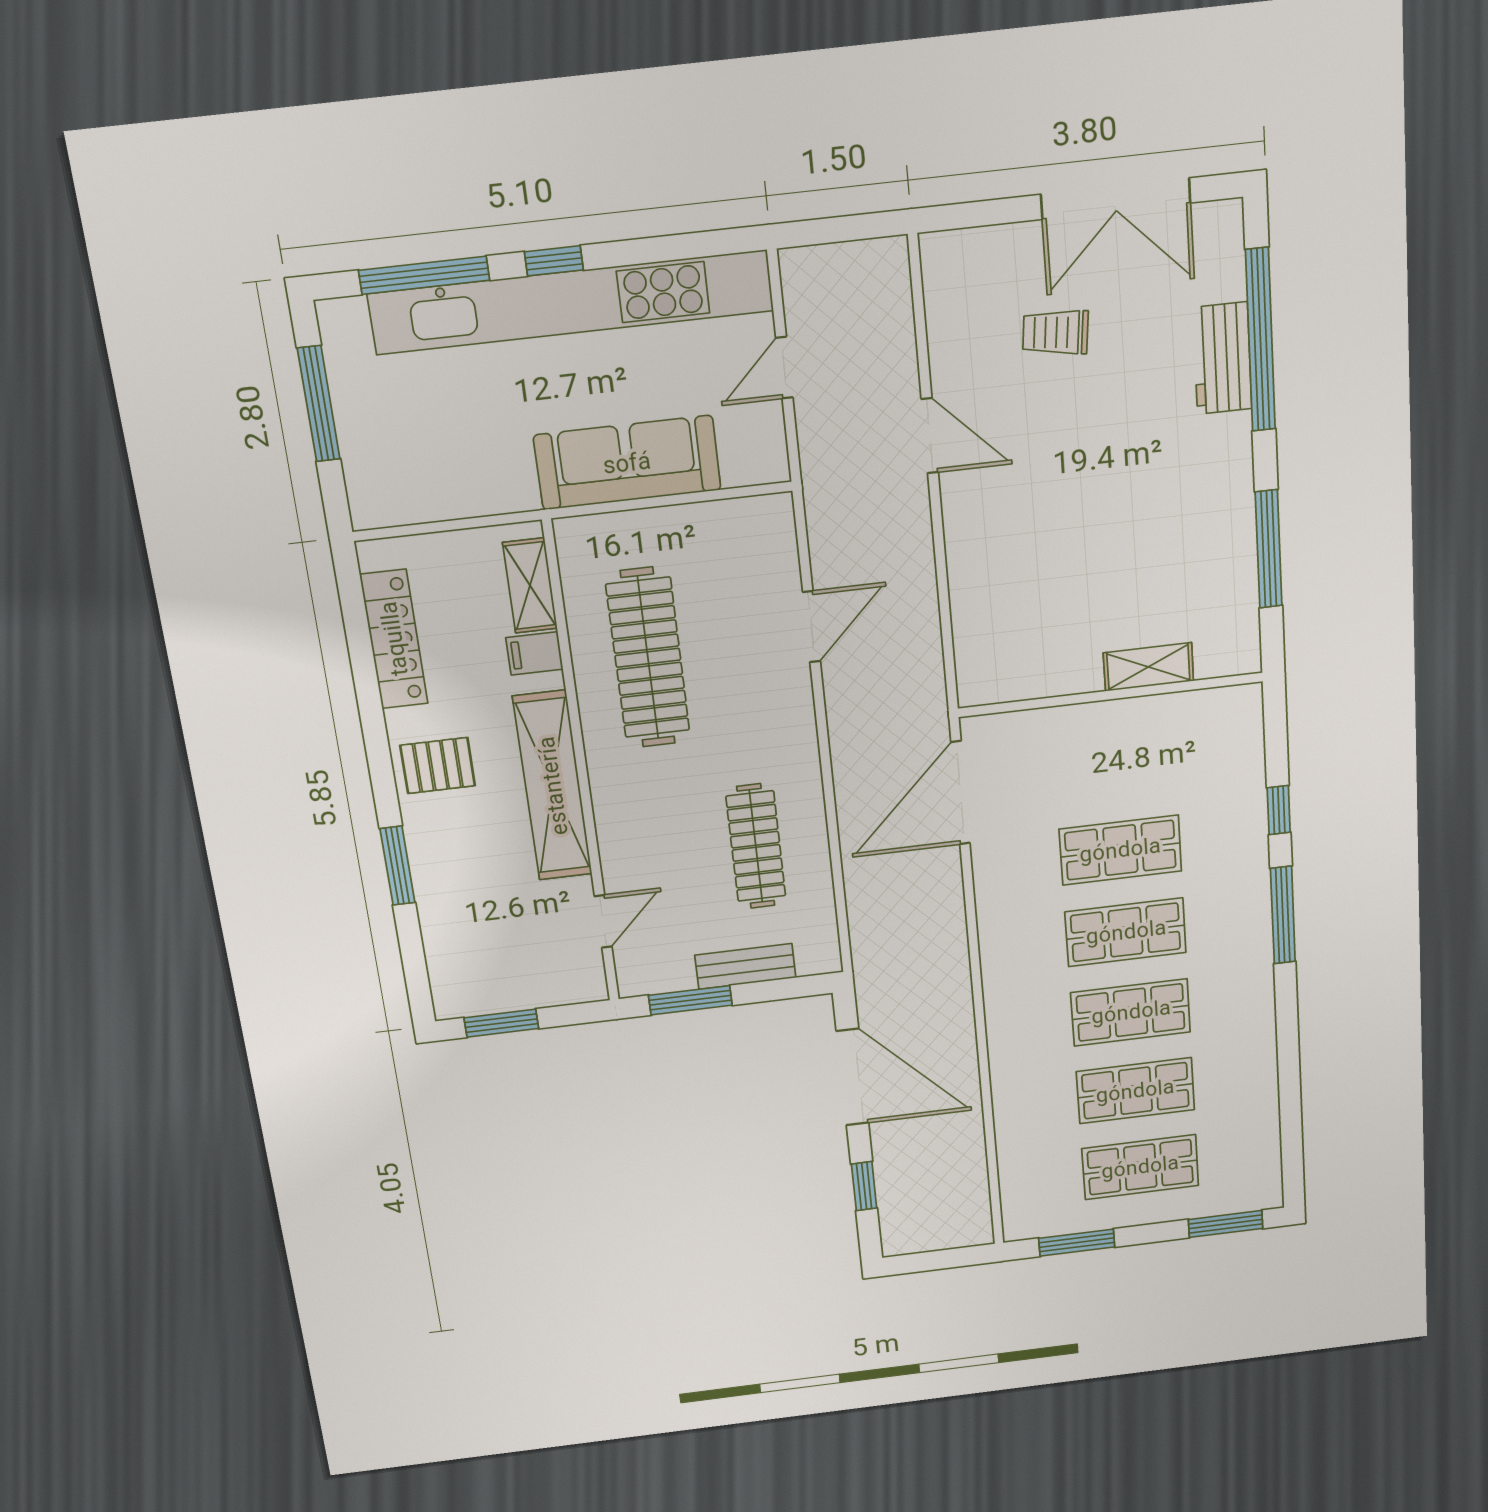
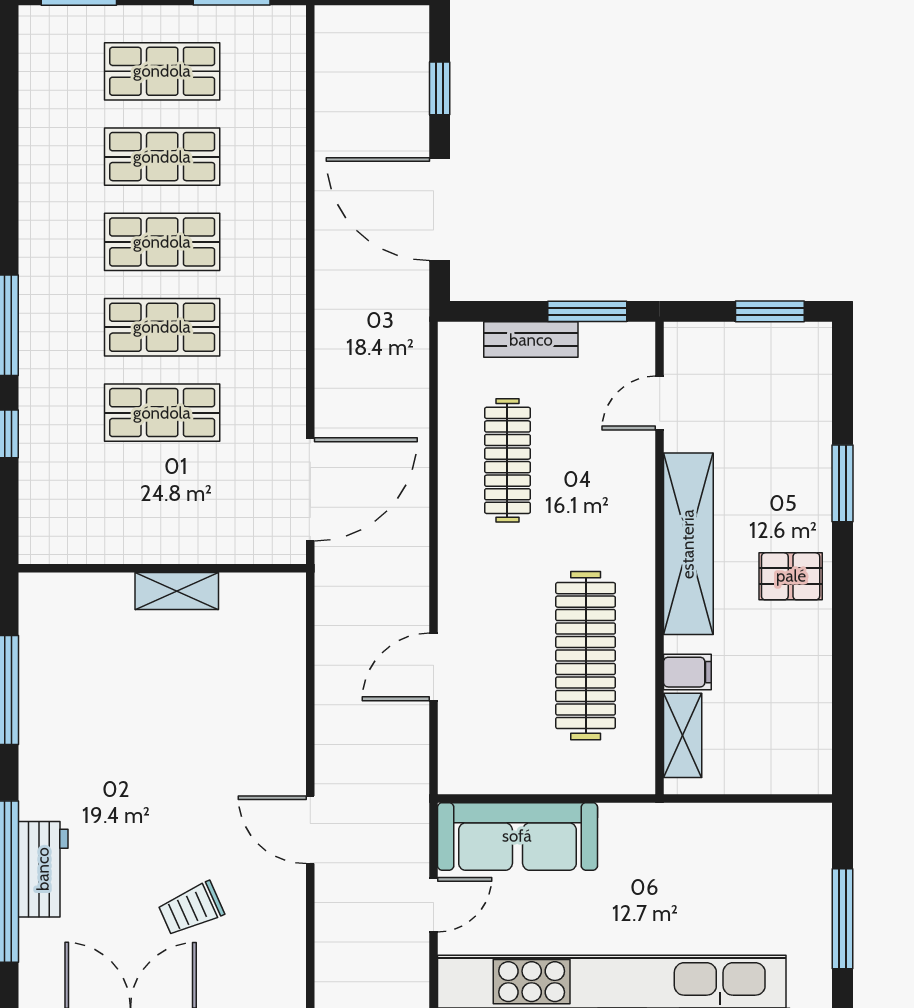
trolley: (1055, 332) -> (191, 909), turned 150
sofa: (627, 463) -> (517, 836), moved
locker: (394, 639) -> (811, 700), removed
shelving: (1148, 667) -> (177, 591), moved

